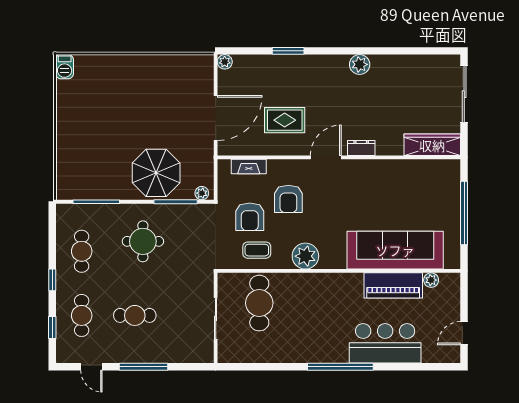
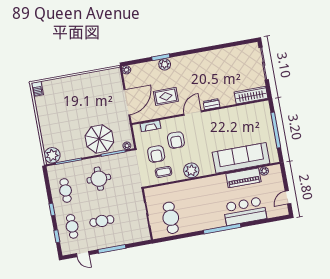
plant: (360, 64) -> (165, 64), moved
plant: (70, 186) -> (52, 155), added
cafe table: (259, 303) -> (171, 218), moved

